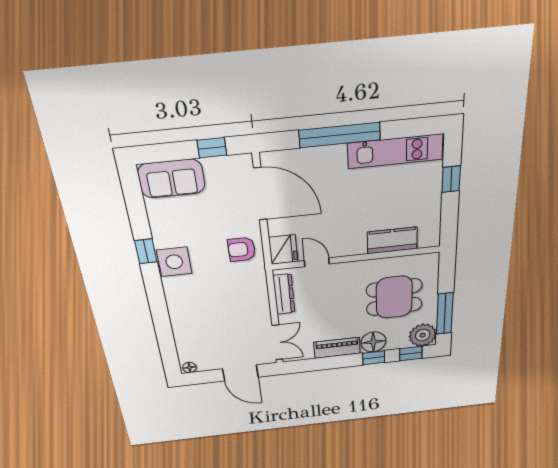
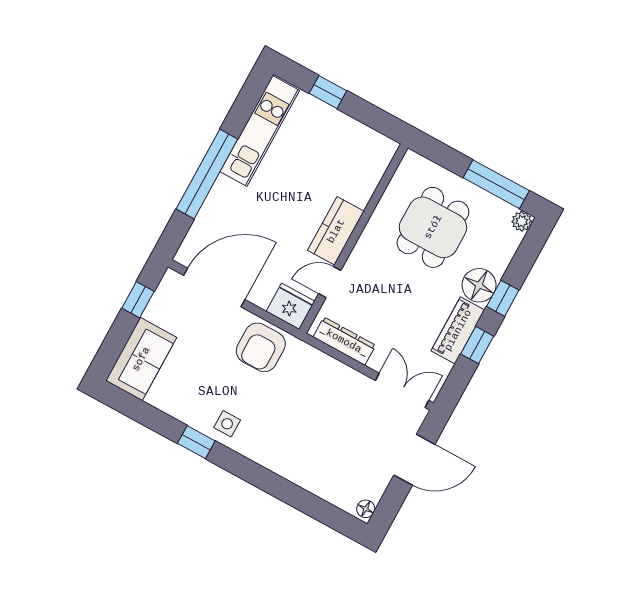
kitchen counter: (392, 240) -> (336, 231), moved
armchair: (242, 249) -> (261, 347), width x1.38, depth x1.38
side table: (174, 262) -> (227, 424), width x0.54, depth x0.54
plant: (423, 335) -> (522, 221), width x0.53, depth x0.53
window: (411, 354) -> (477, 345), moved

